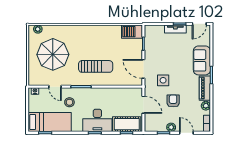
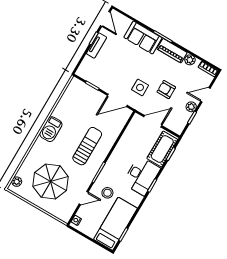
barbecue: (132, 32) -> (51, 129), moved

